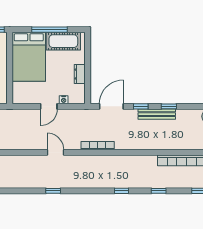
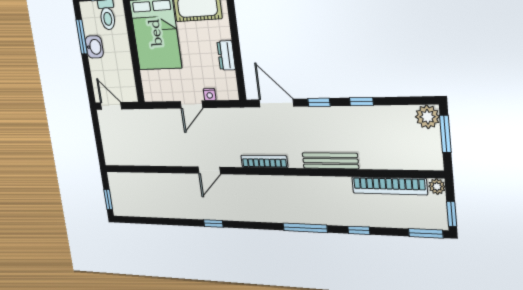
door: (111, 106) -> (276, 103), hinge flipped
bench: (157, 114) -> (330, 161), moved
door: (56, 152) -> (209, 170), swing flipped
window: (121, 191) -> (305, 228), width x2.17

